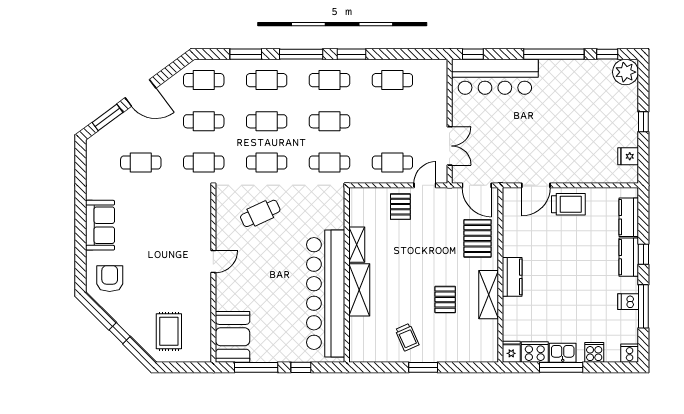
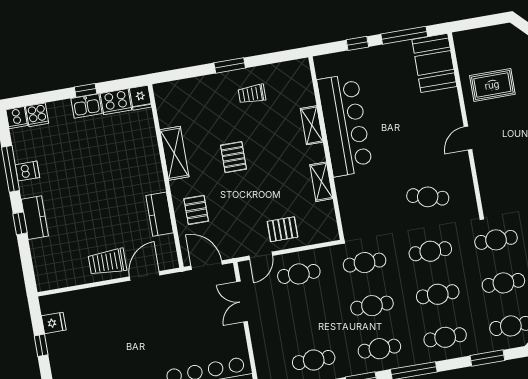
window: (246, 54) -> (487, 358), moved
window: (643, 122) -> (41, 345), moved
pallet: (400, 207) -> (283, 229), turned 90
cafe table: (260, 213) -> (428, 197), turned 40
kitchen counter: (629, 217) -> (42, 259), removed
pallet: (478, 238) -> (196, 210), width x0.67, depth x0.71
kitchen counter: (512, 277) -> (160, 214), moved
shelving: (359, 290) -> (312, 125), width x0.67, depth x0.75
bar counter: (326, 293) -> (345, 125), width x0.73
pallet: (445, 300) -> (233, 157), moved
rug: (169, 331) -> (492, 85), moved, turned 90
trolley: (407, 337) -> (252, 94), turned -66
cooker: (594, 352) -> (37, 115), moved
window: (561, 367) -> (86, 90), width x0.46

